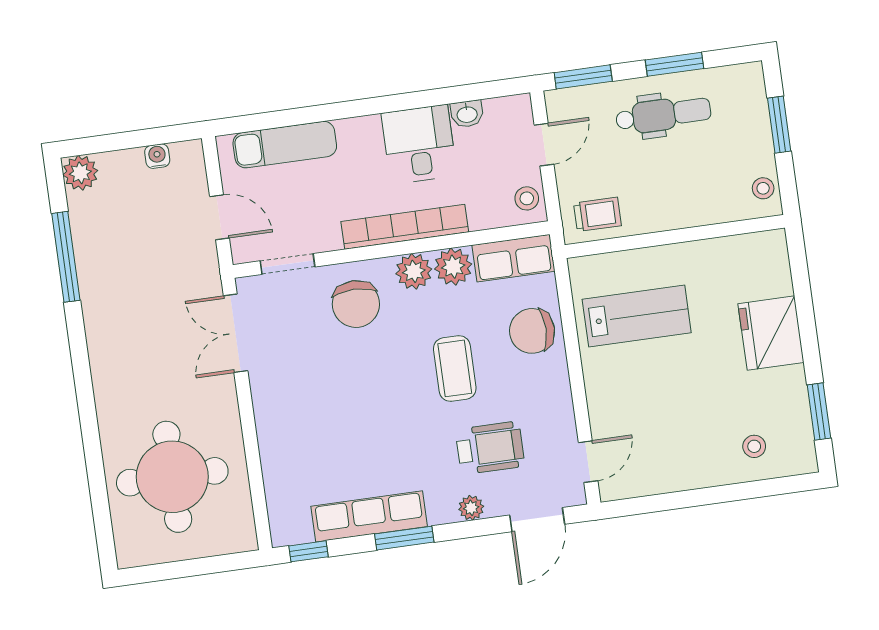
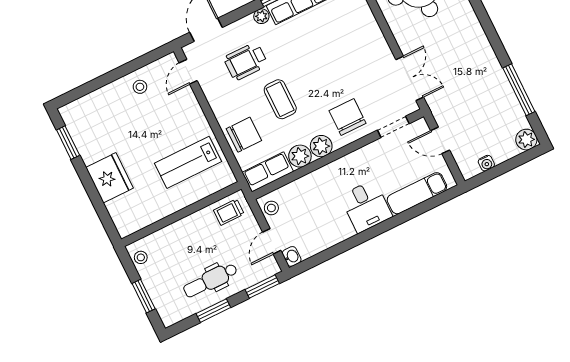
washbasin: (467, 114) -> (292, 256), moved, turned 90
desk: (419, 144) -> (366, 206), moved
bookcase: (405, 227) -> (334, 169), removed
stool: (754, 446) -> (140, 87), moved
plant: (471, 508) -> (261, 16), moved

